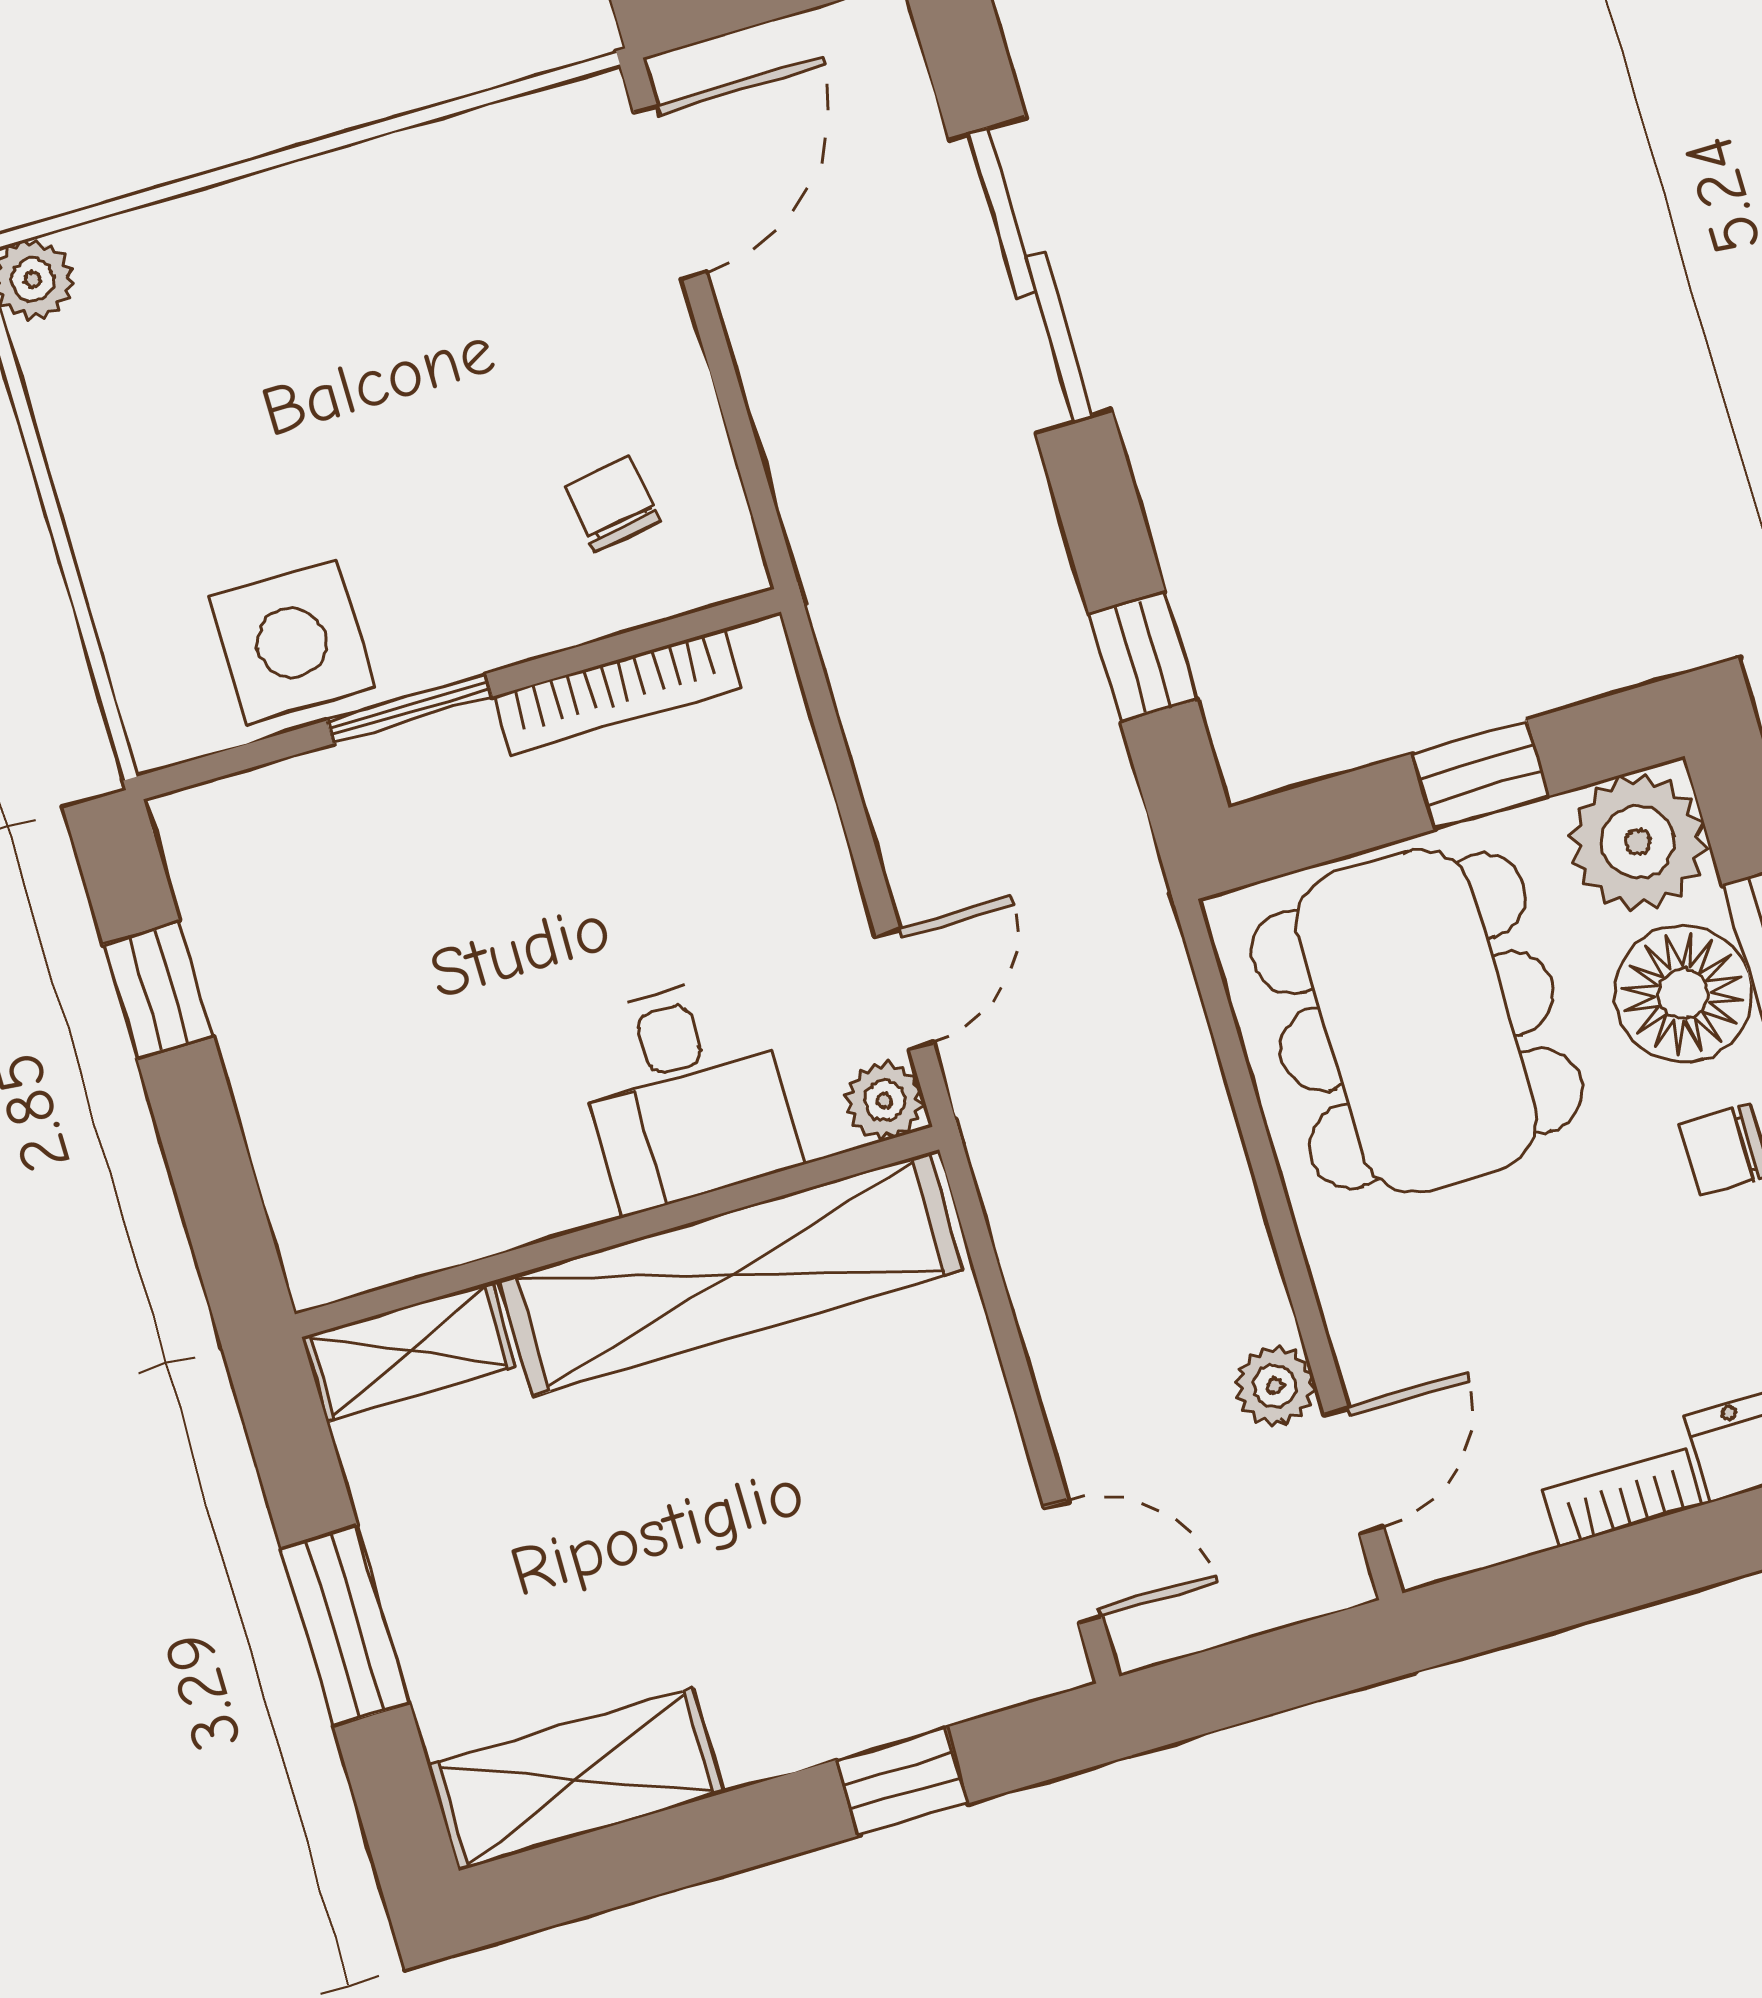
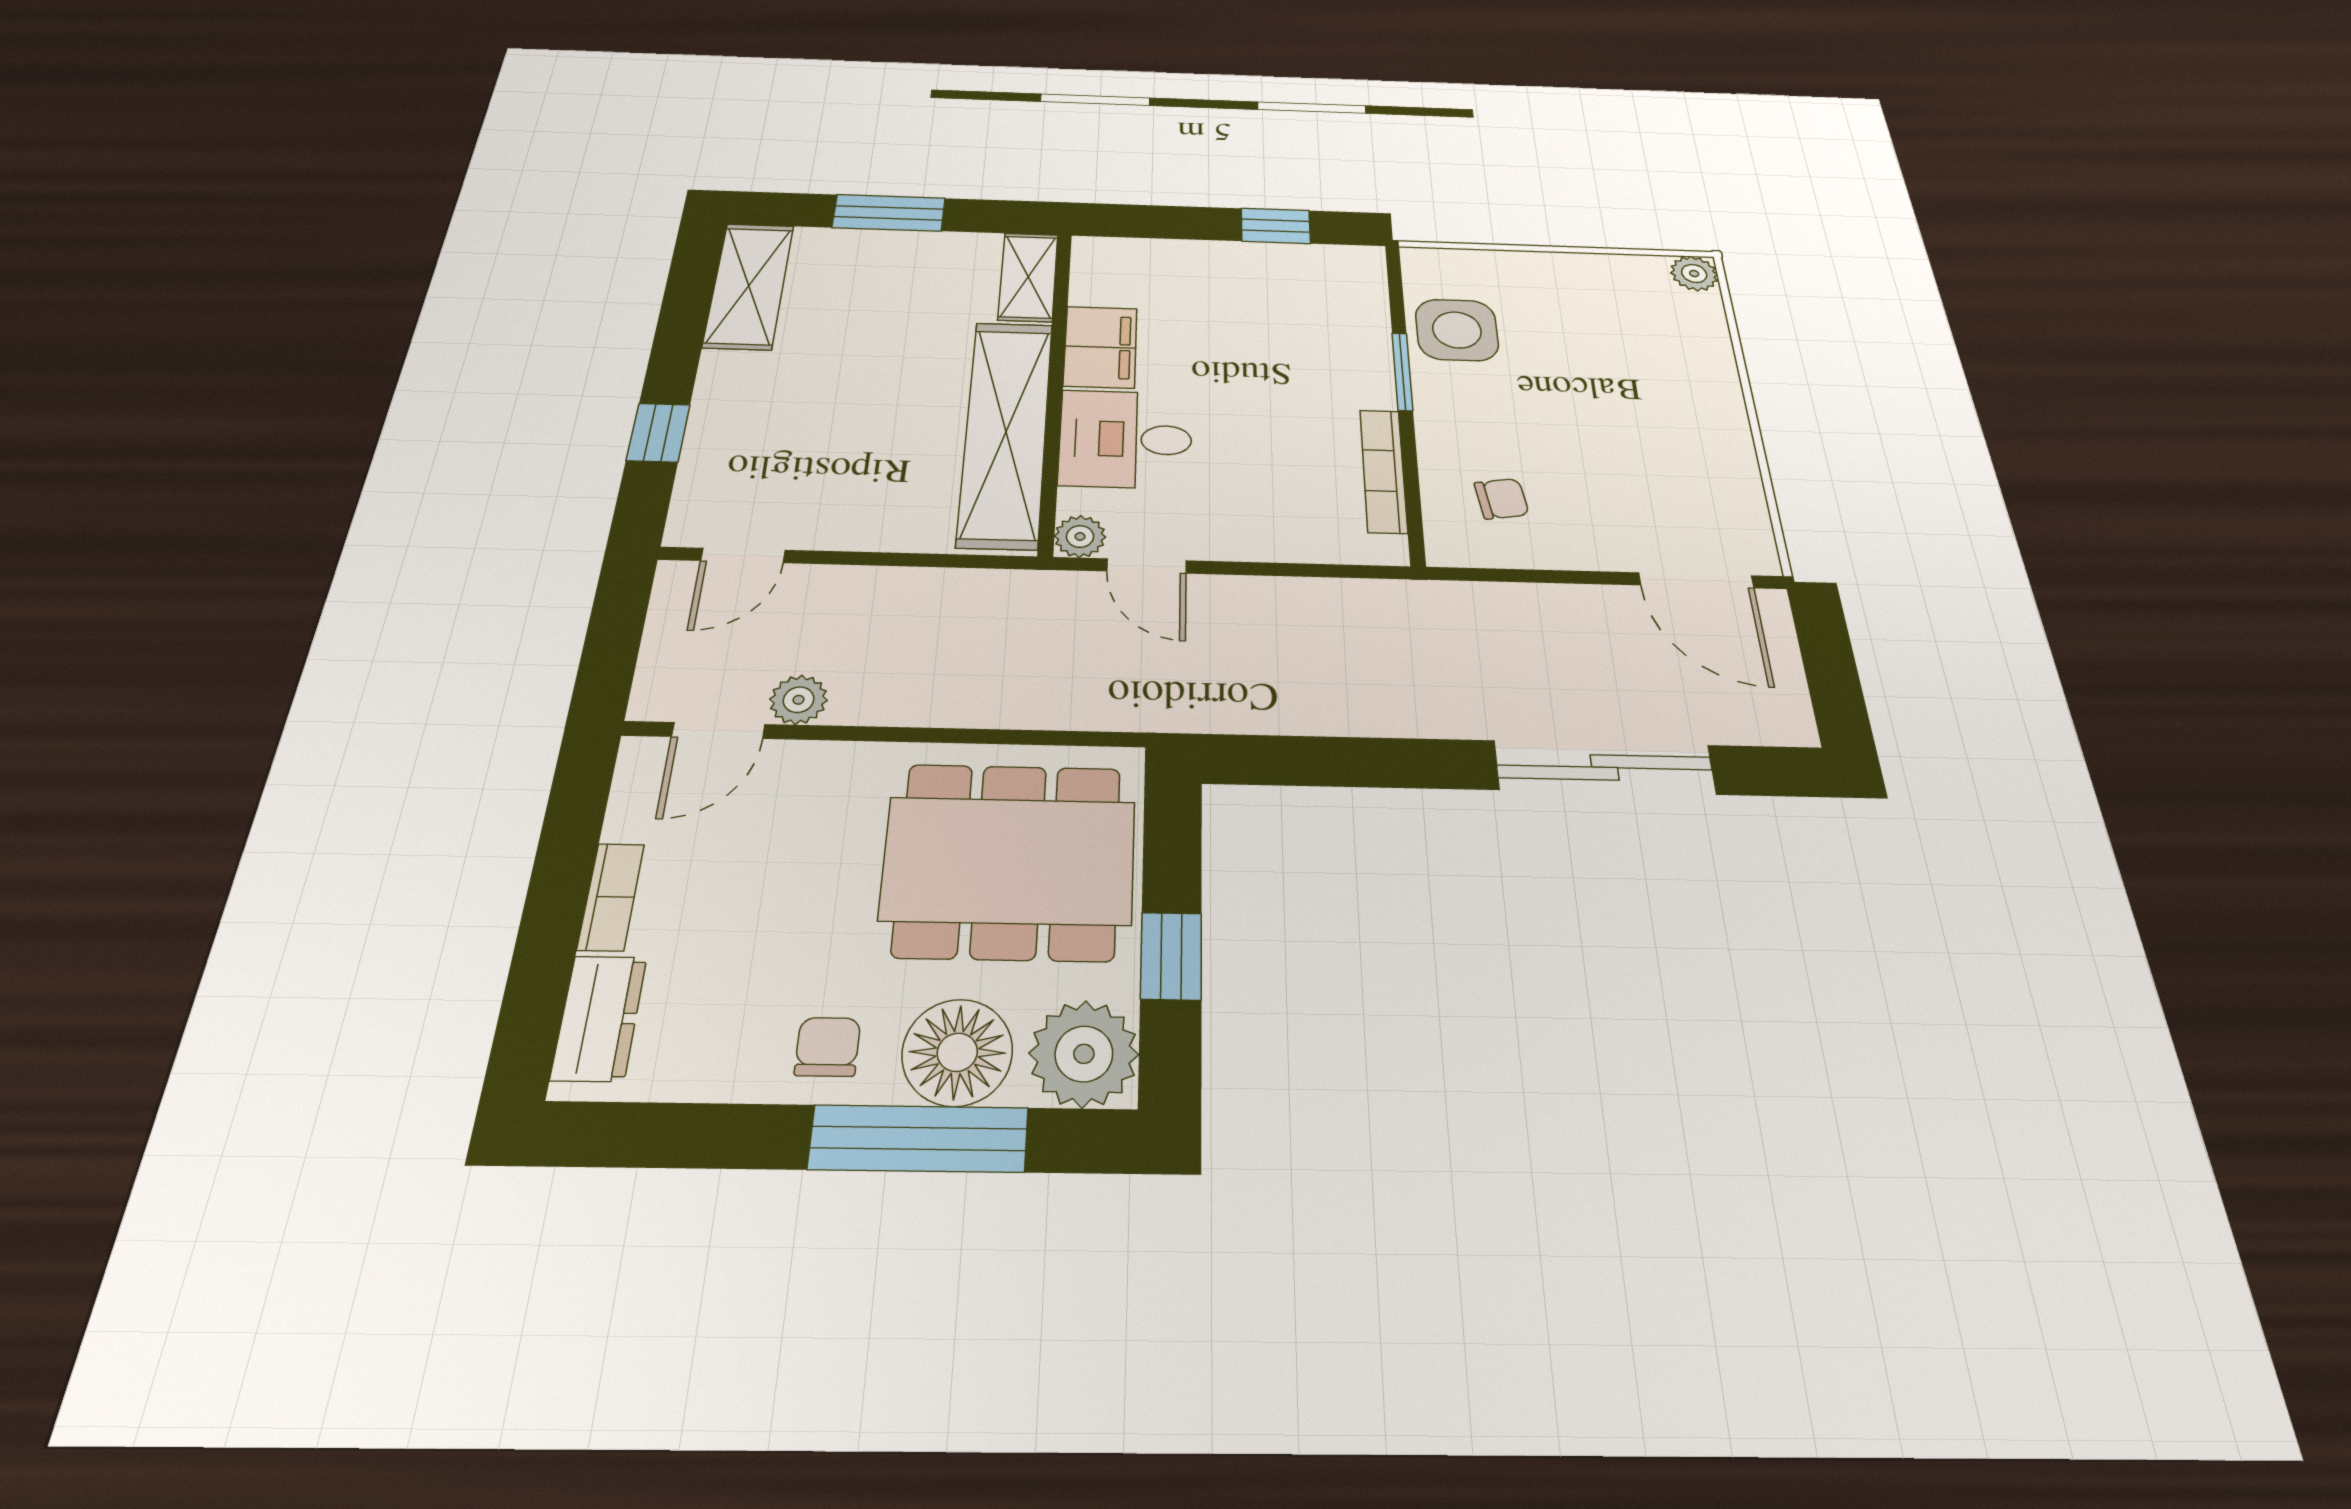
window: (1143, 657) -> (1322, 761), removed
filing cabinet: (517, 1190) -> (1100, 347), added
door: (1354, 1471) -> (718, 730), hinge flipped

